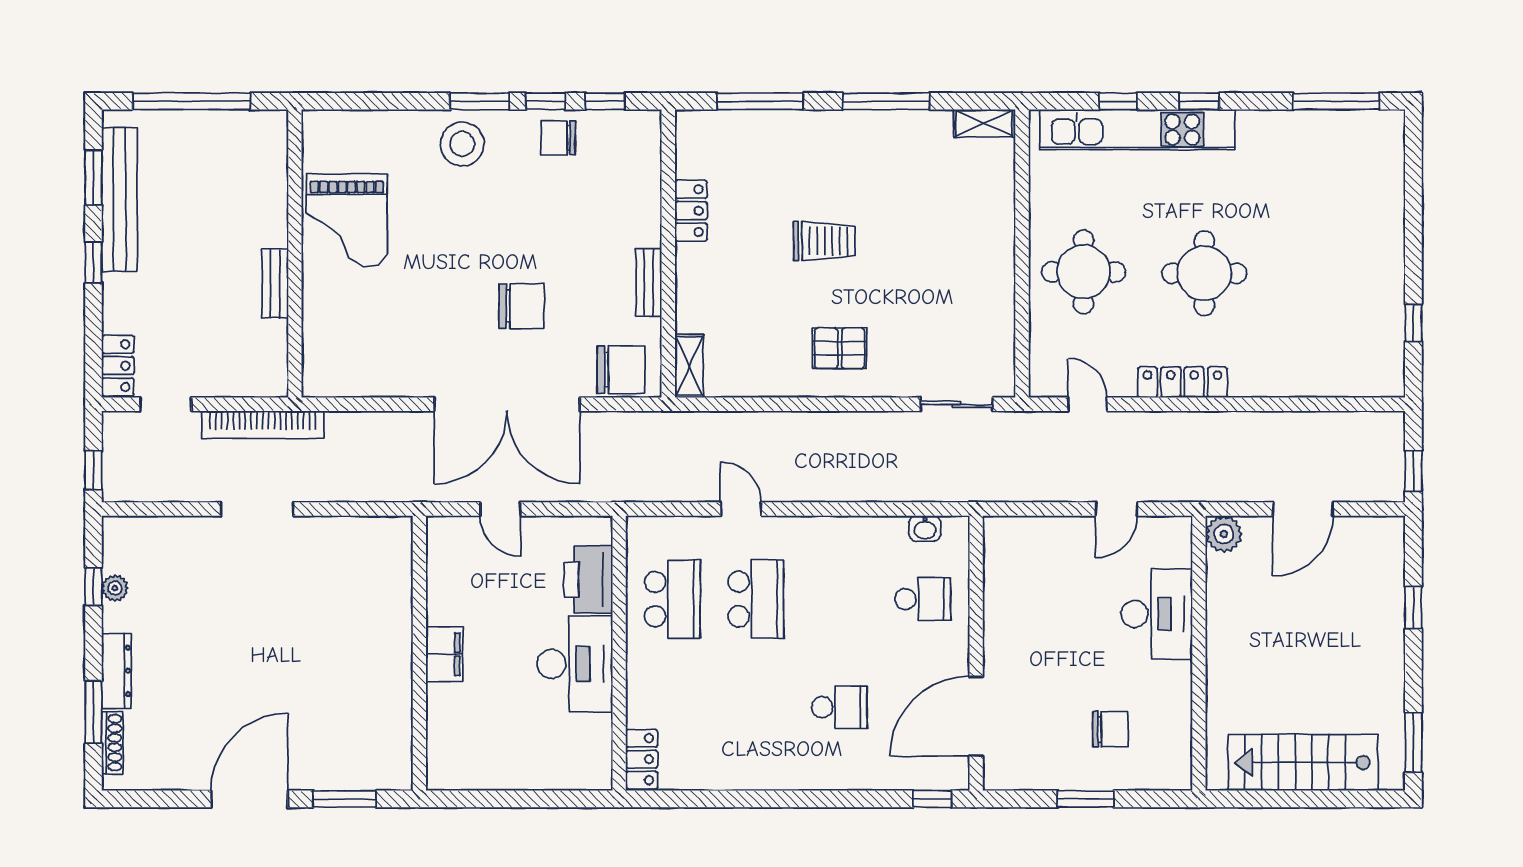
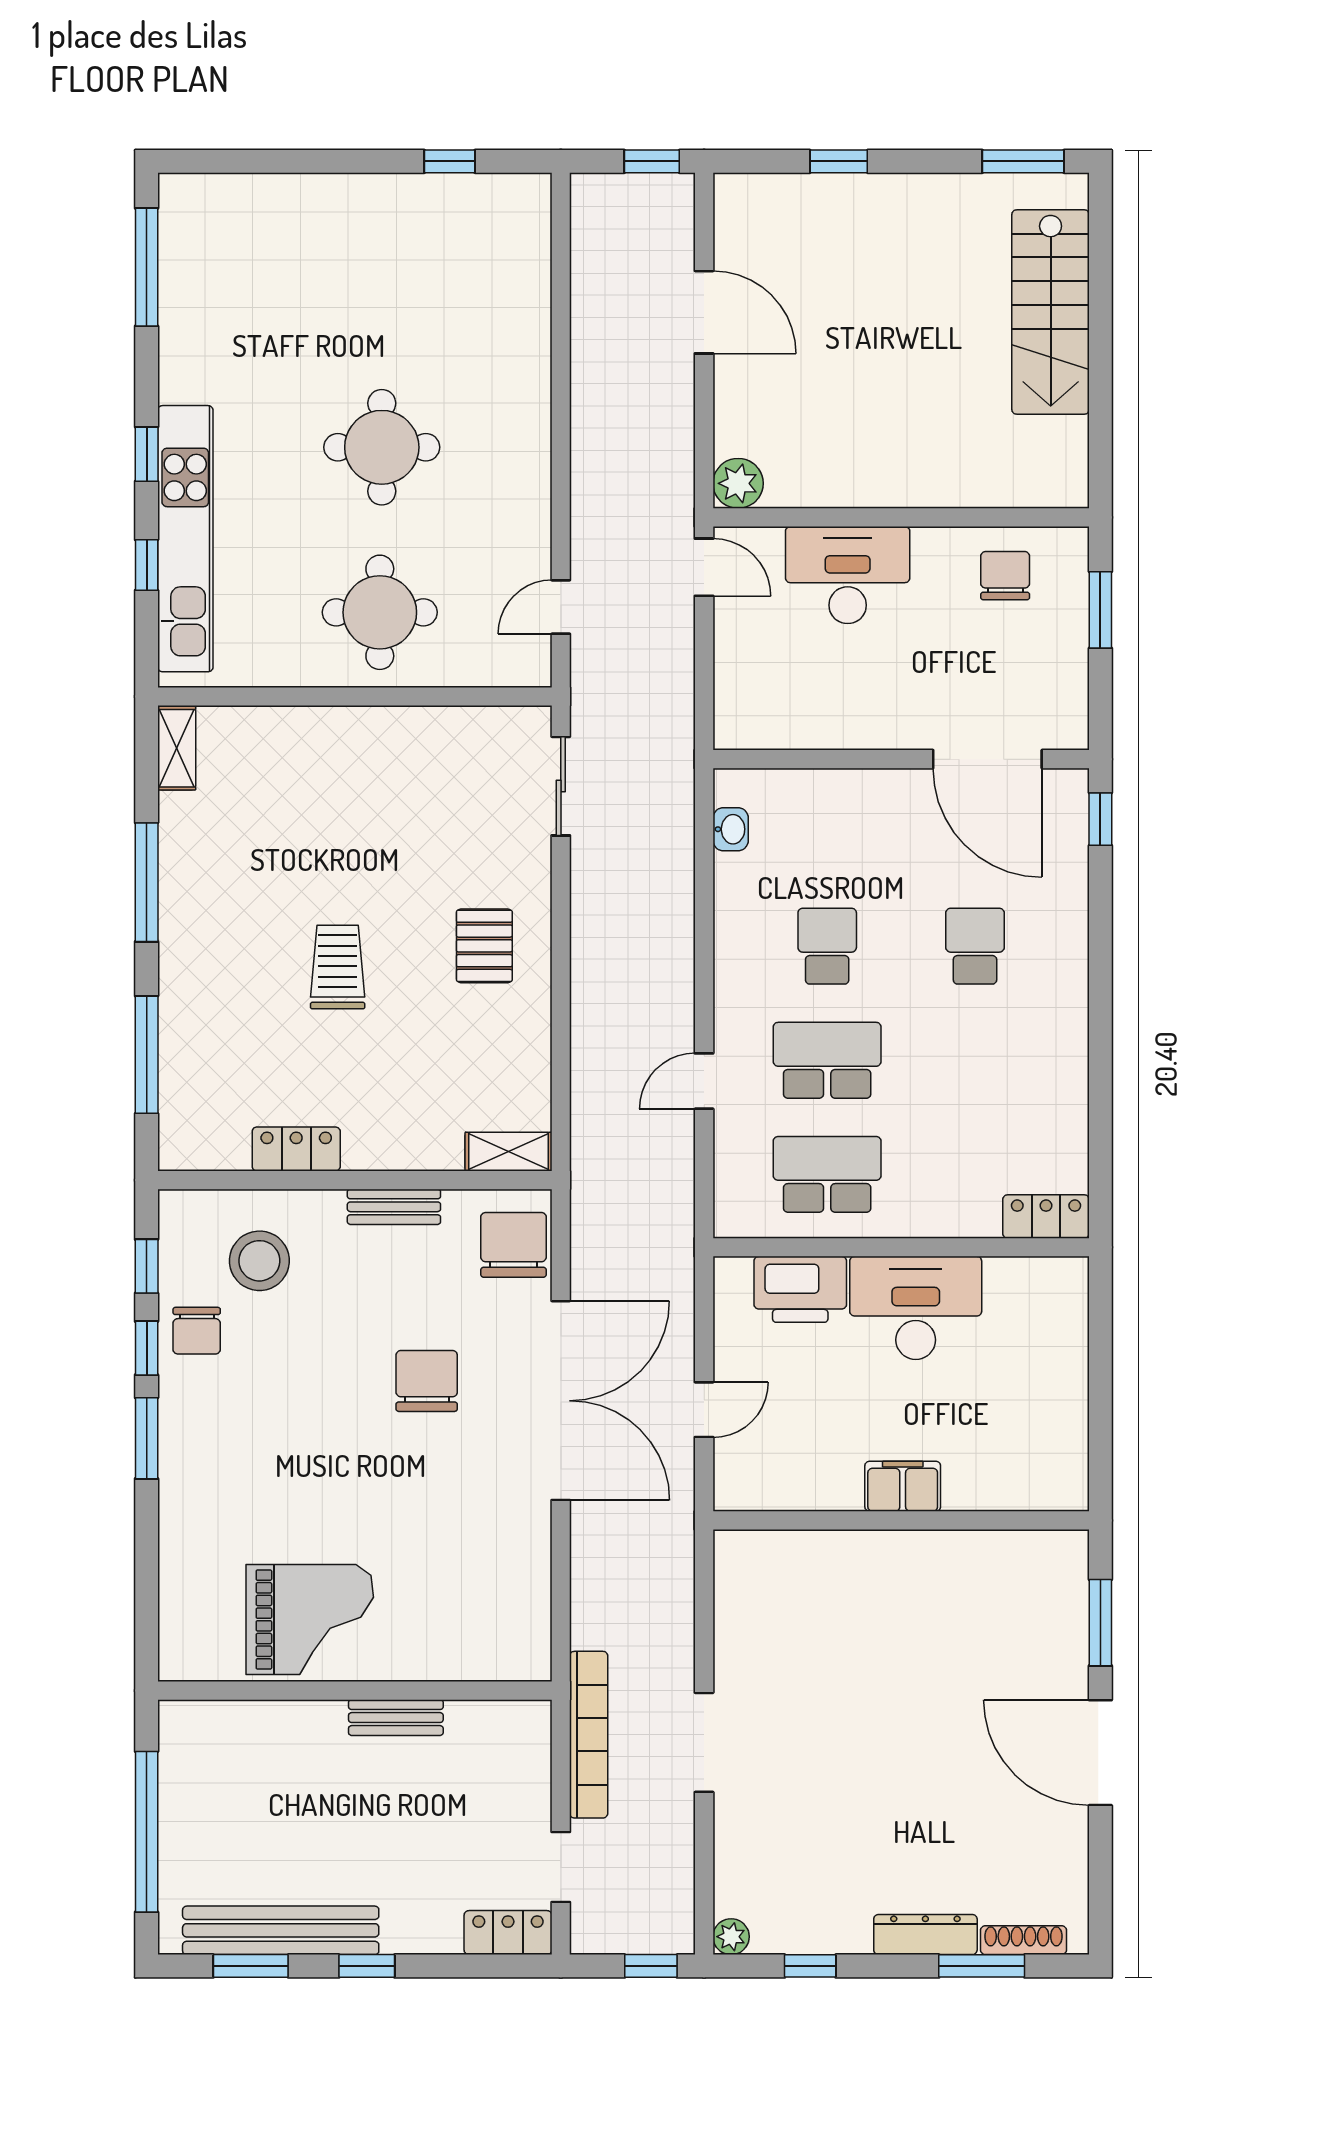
stool: (462, 144) -> (259, 1261), moved
locker: (1182, 382) -> (531, 477), removed
plant: (1224, 534) -> (738, 483), moved
plant: (115, 588) -> (731, 1937), moved
school desk: (923, 599) -> (827, 946), moved
desk: (1157, 614) -> (848, 575), moved
wall: (1199, 653) -> (901, 517), moved

